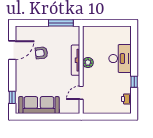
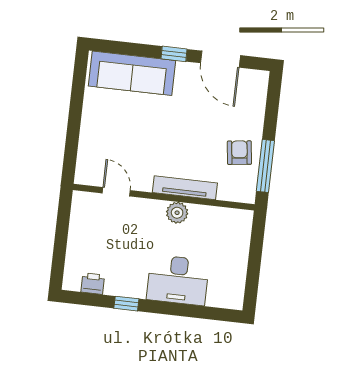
armchair: (41, 53) -> (239, 153), moved
window: (12, 97) -> (174, 54), moved
sofa: (39, 105) -> (132, 73), moved, turned 90

